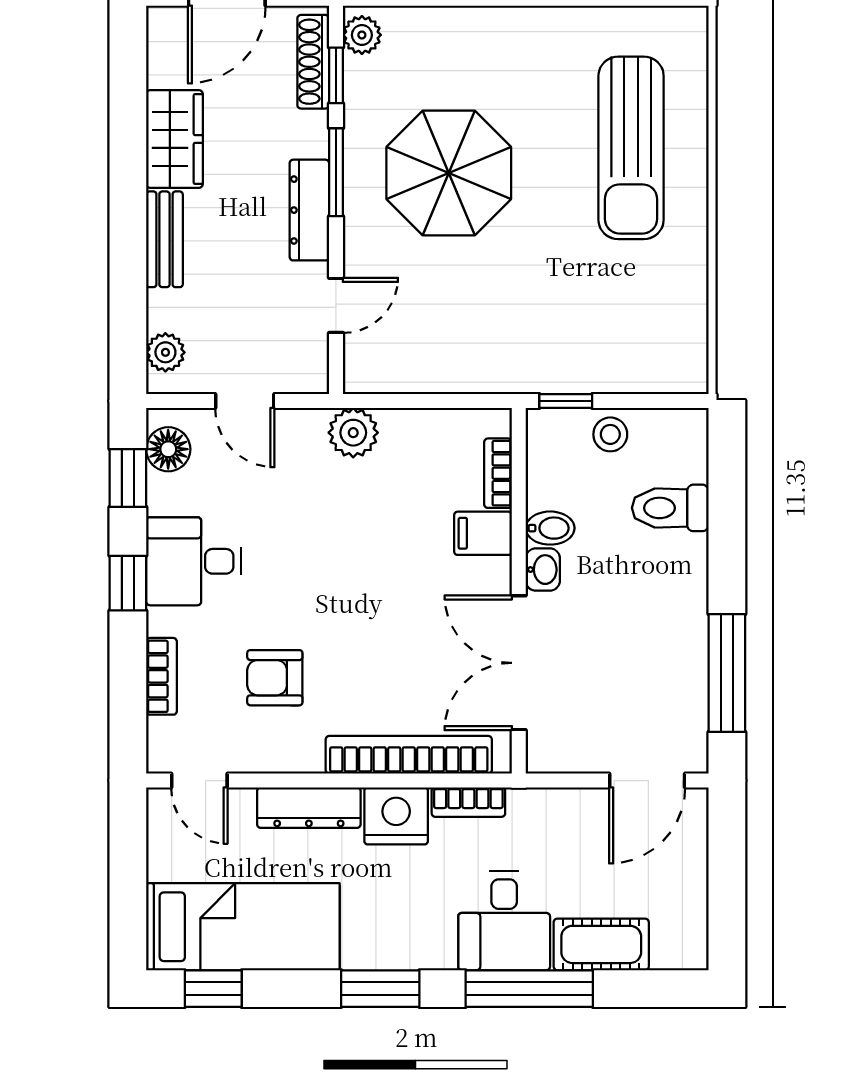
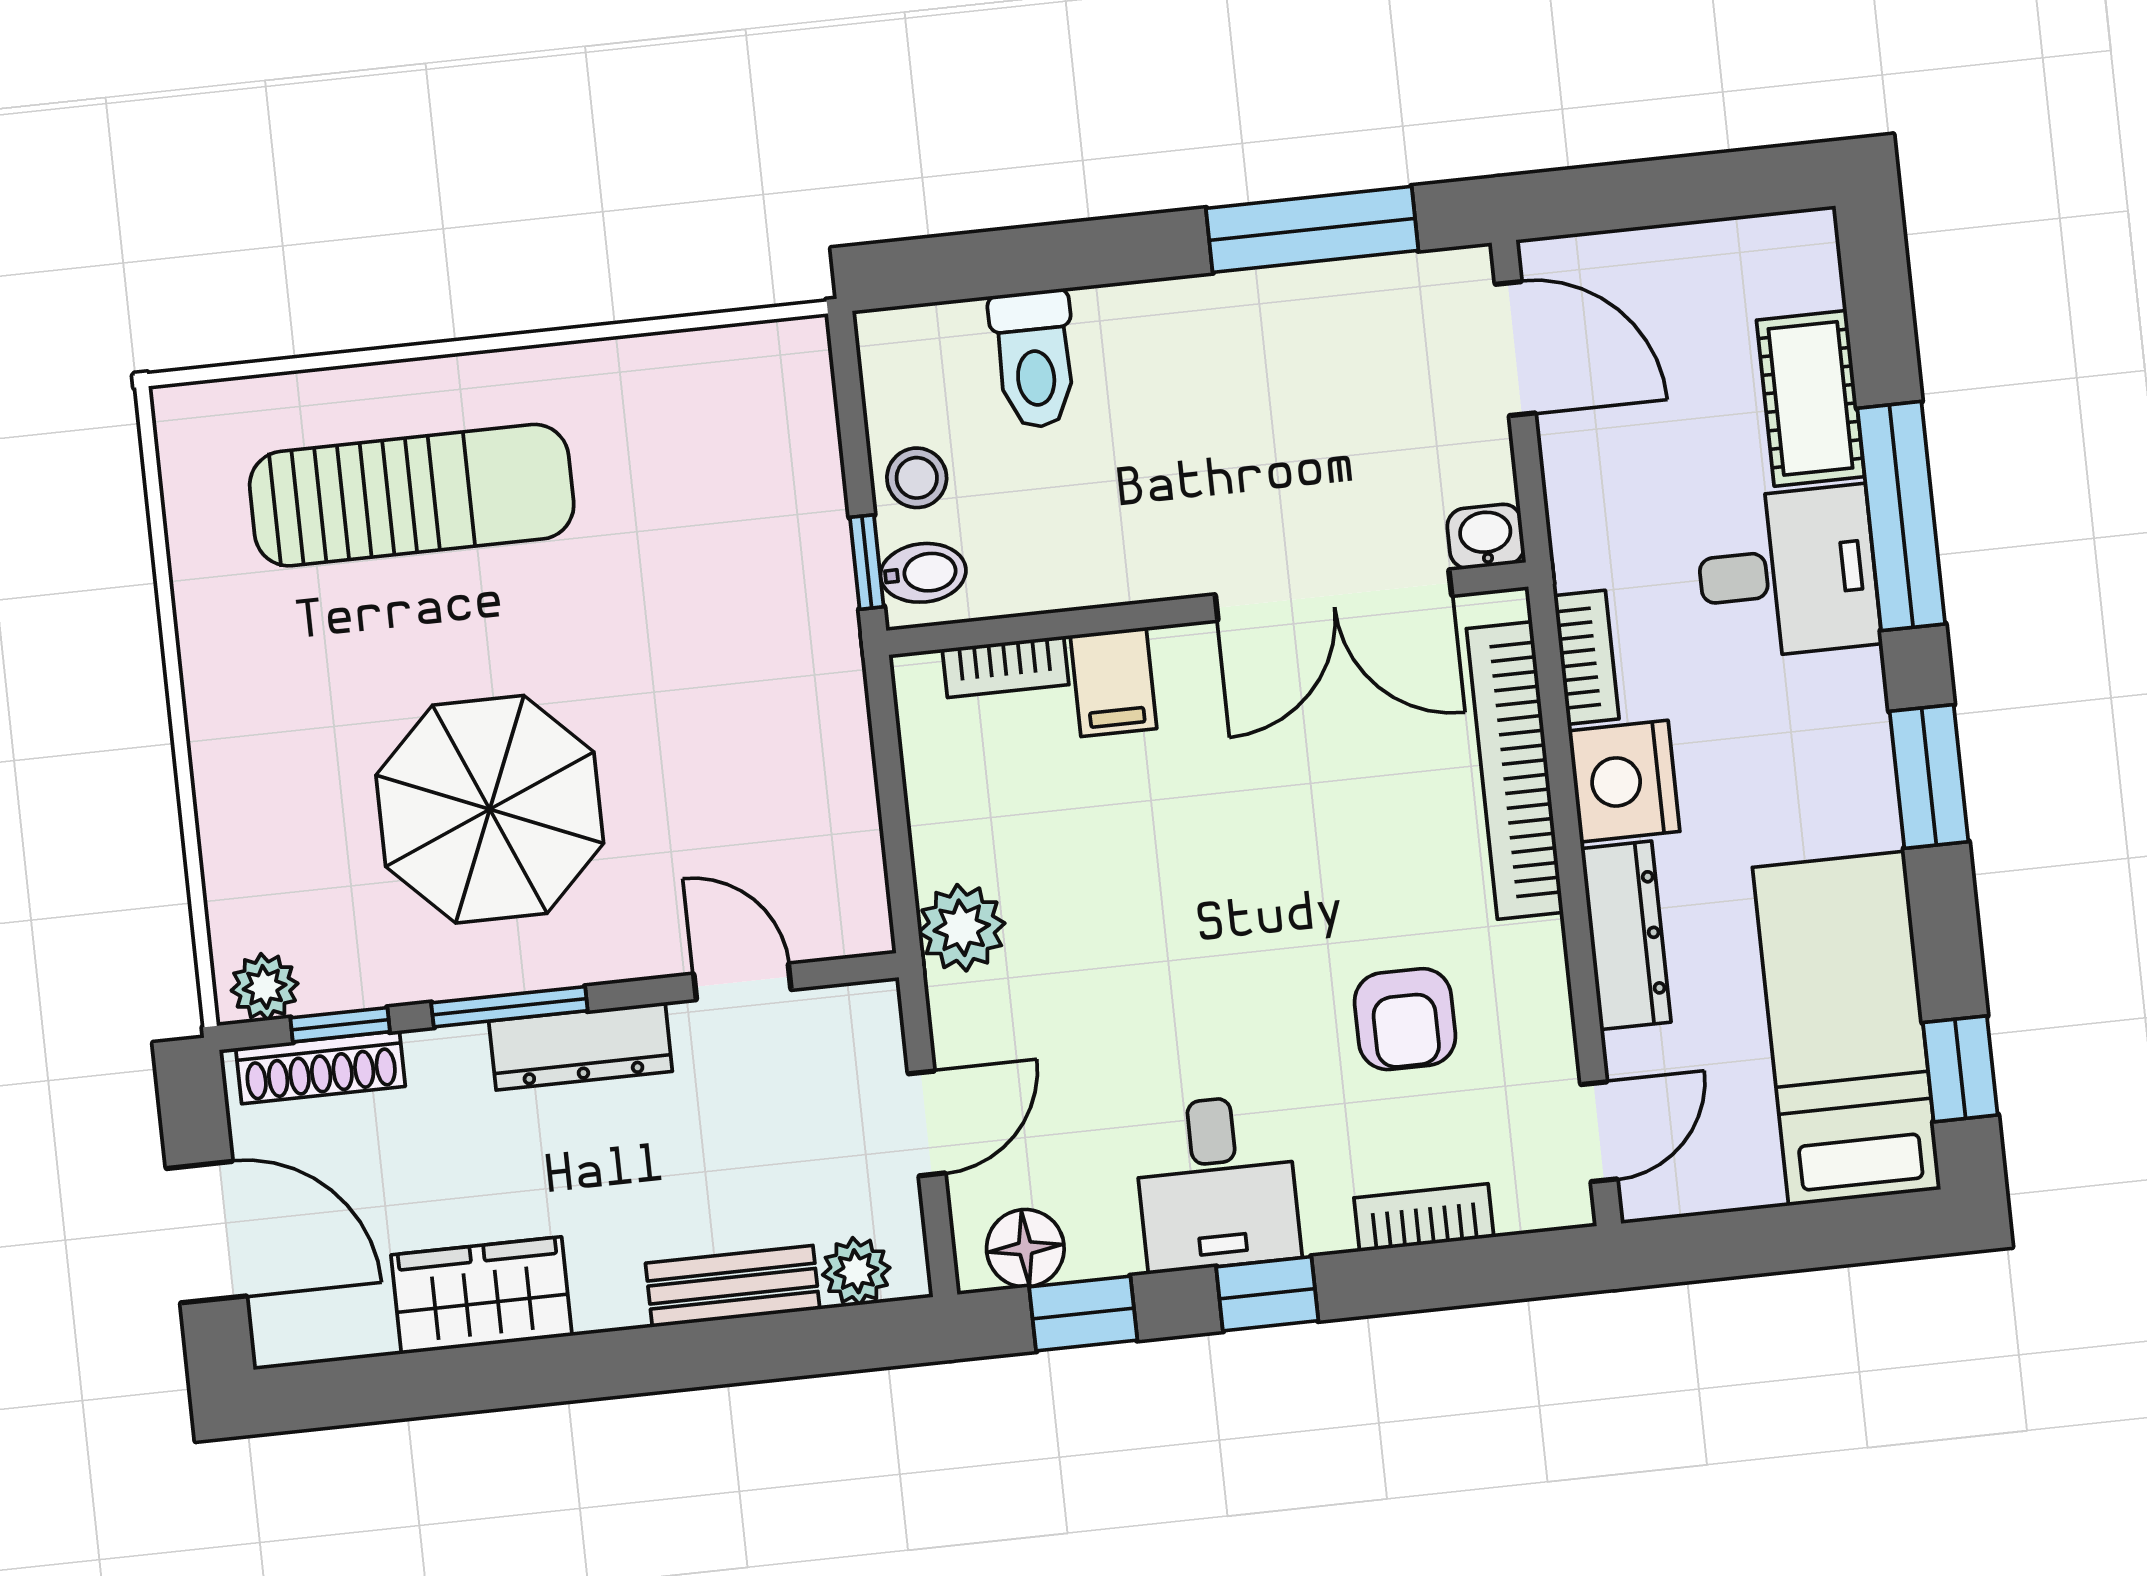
bench: (164, 239) -> (733, 1286), moved
bidet: (550, 528) -> (923, 573), moved, turned 90
washbasin: (543, 570) -> (1486, 536), moved

